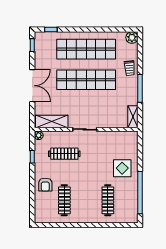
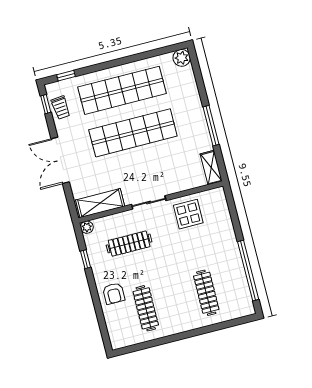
trolley: (130, 68) -> (61, 108), moved
double door: (32, 86) -> (60, 160), swing flipped
display table: (122, 168) -> (188, 214), moved

